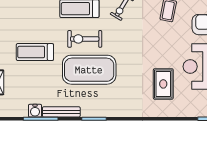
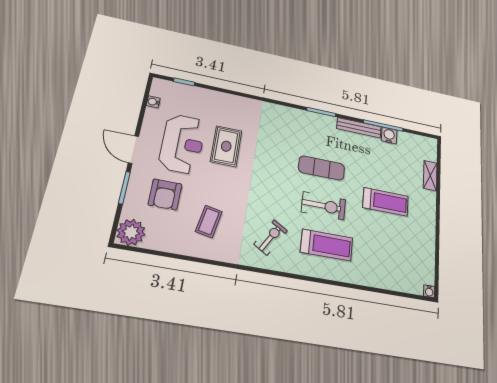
exercise mat: (89, 70) -> (322, 168), width x0.50, depth x0.69
rug: (163, 84) -> (226, 146), moved

